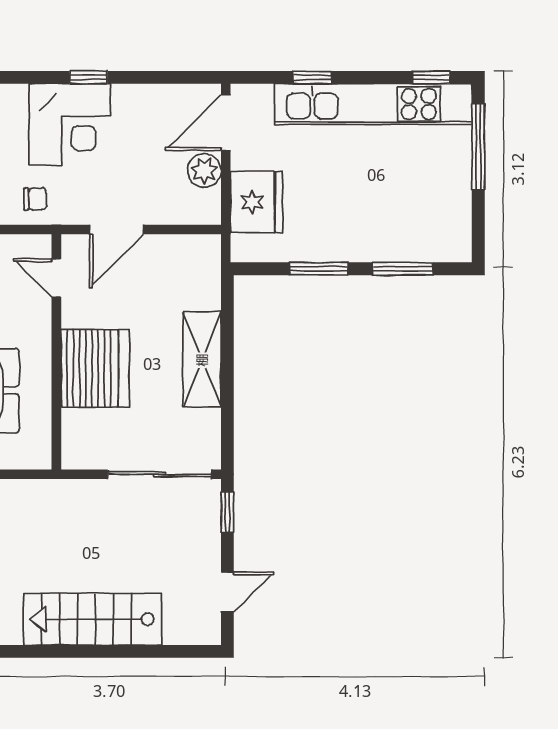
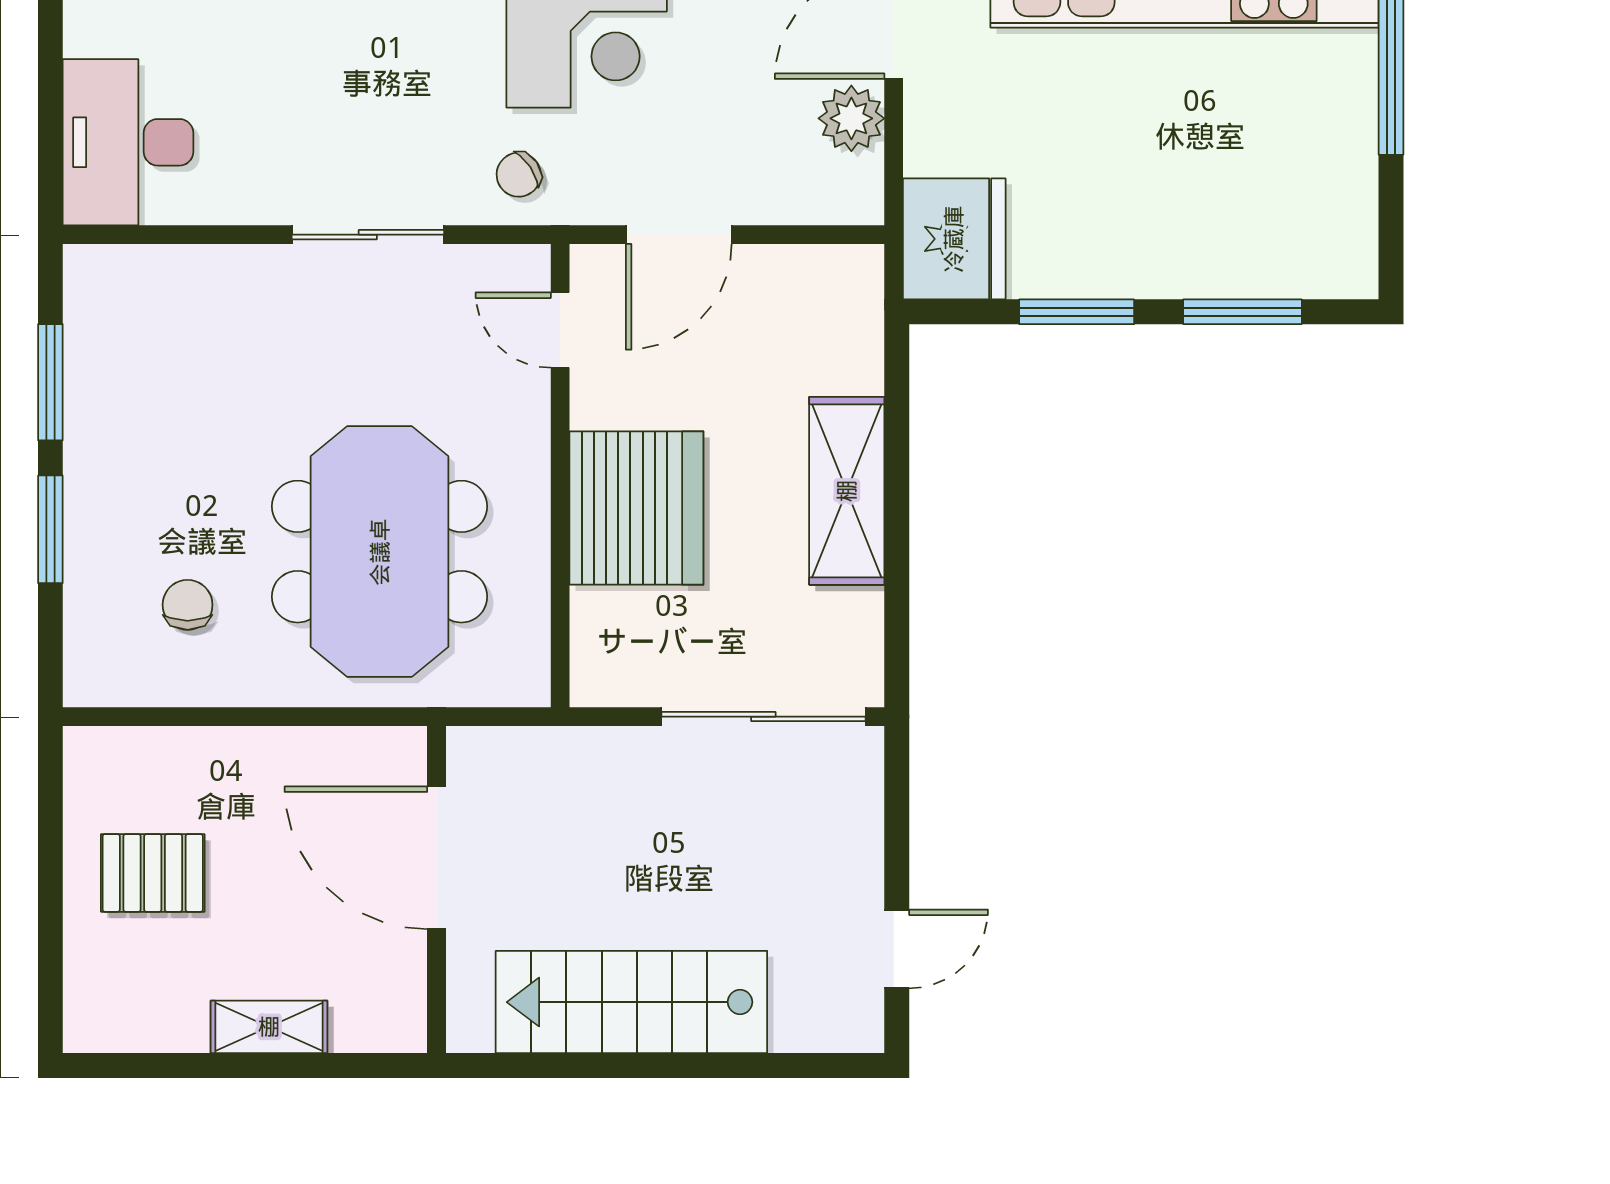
chair: (35, 199) -> (519, 175), turned 146
fridge: (256, 202) -> (954, 239), moved
window: (227, 512) -> (897, 791), removed

